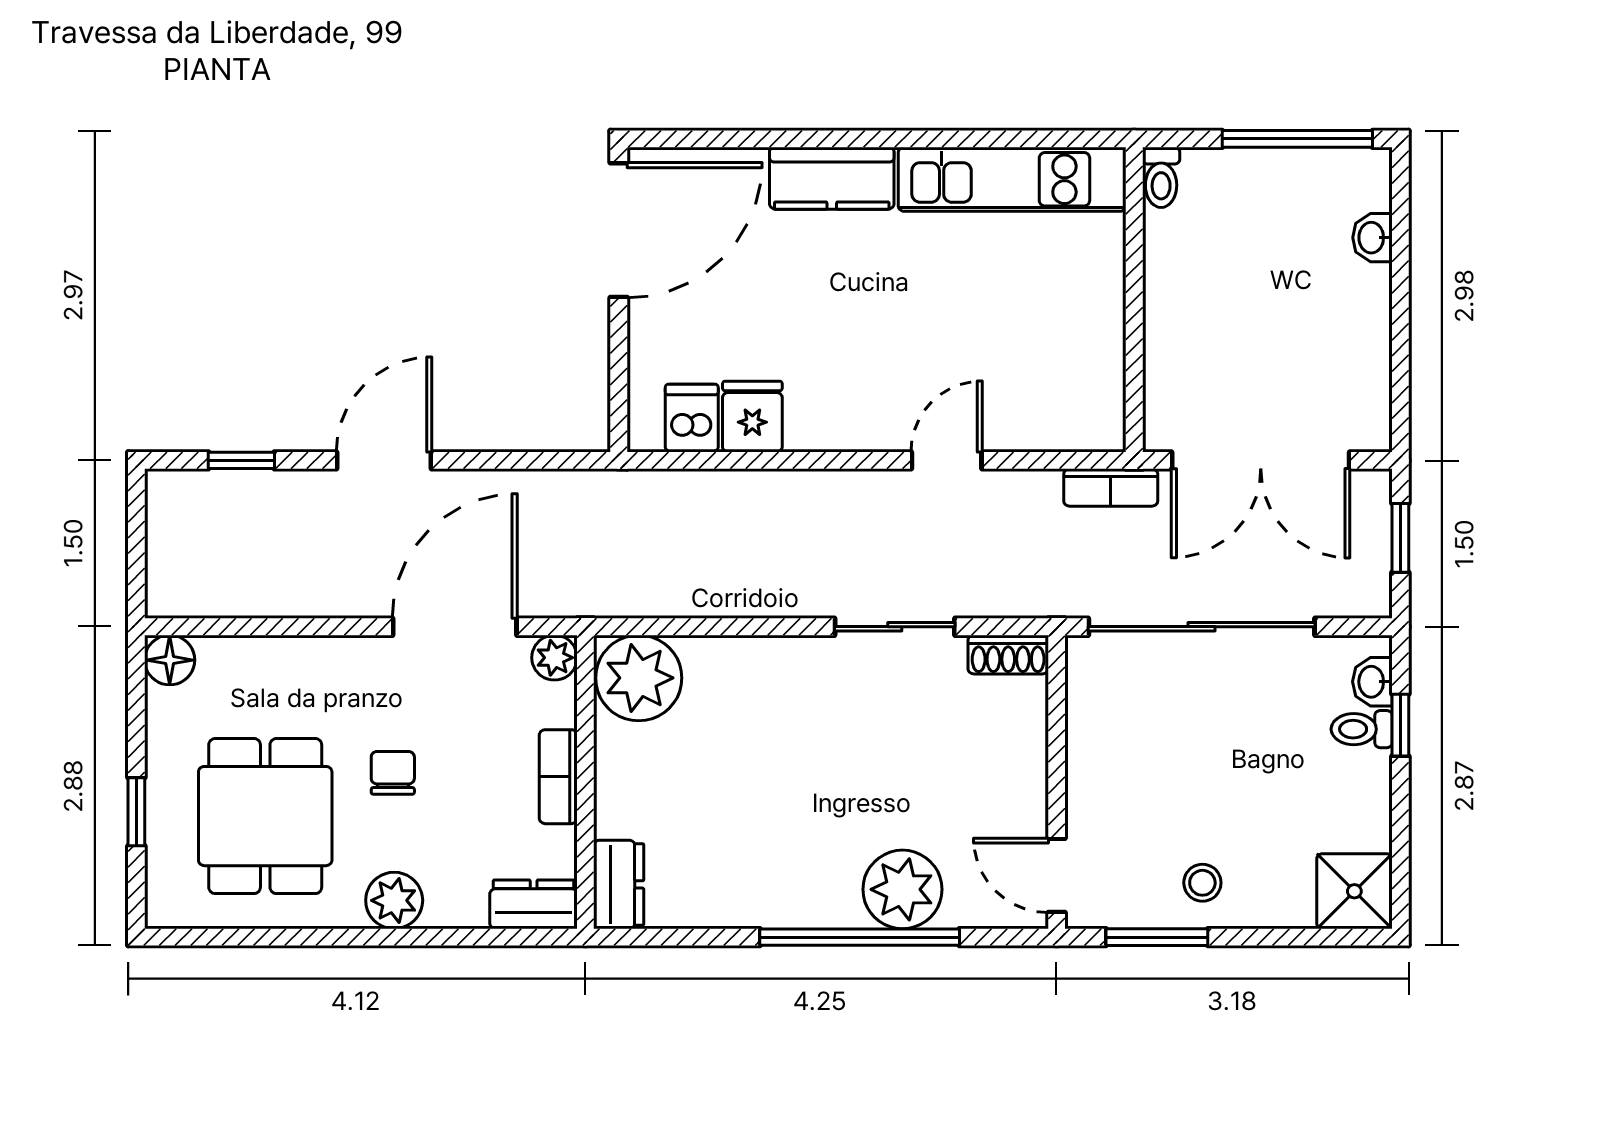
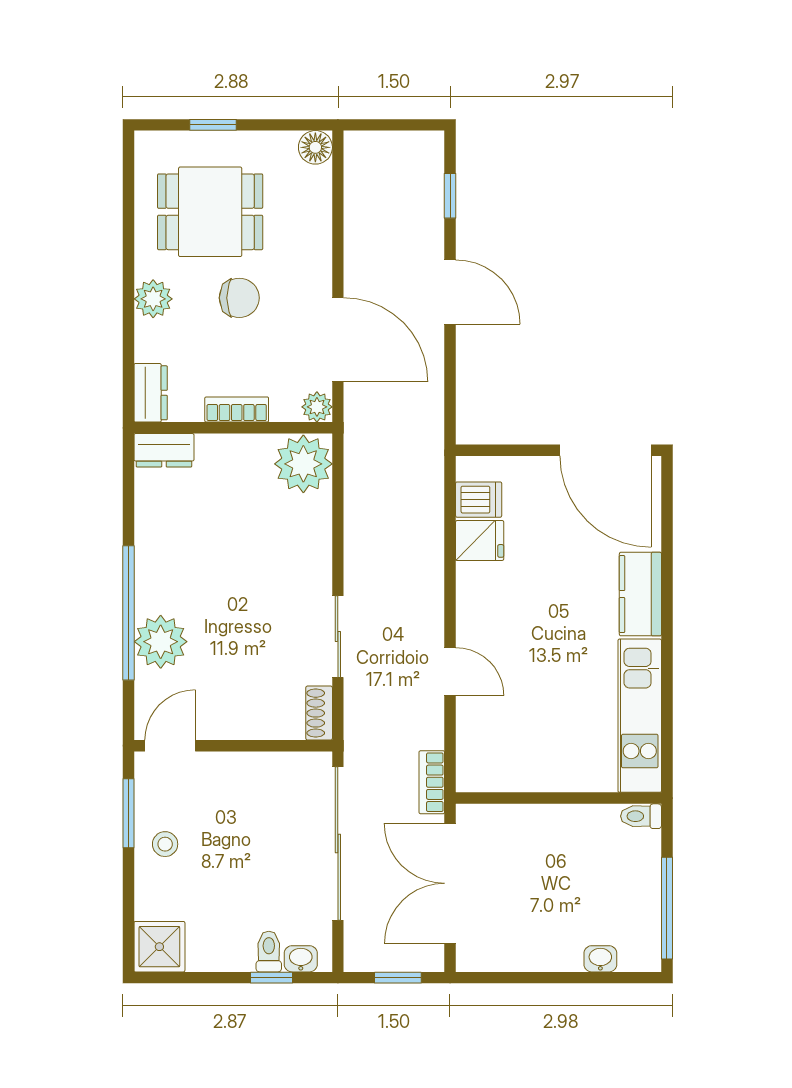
chair: (393, 773) -> (239, 298), width x1.37, depth x1.37

